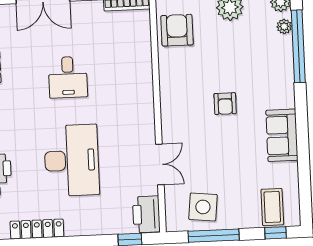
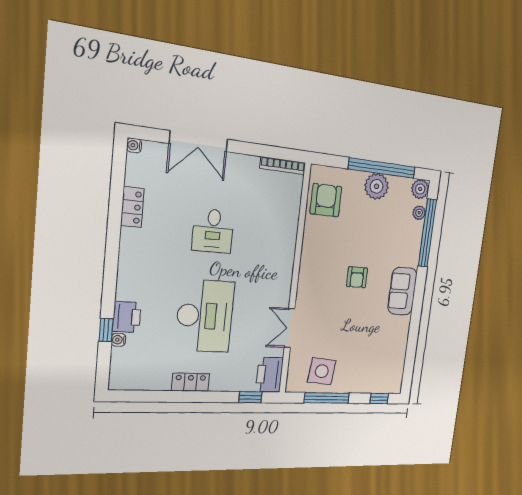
sofa: (282, 135) -> (402, 291), moved
double door: (160, 164) -> (289, 328), swing flipped
coffee table: (272, 207) -> (381, 376), removed
locker: (37, 229) -> (190, 382), moved, width x0.66

